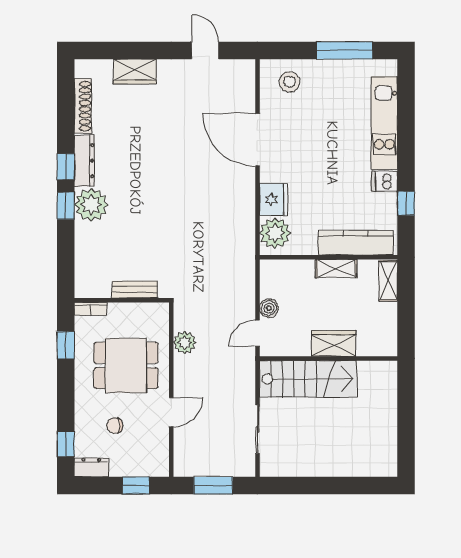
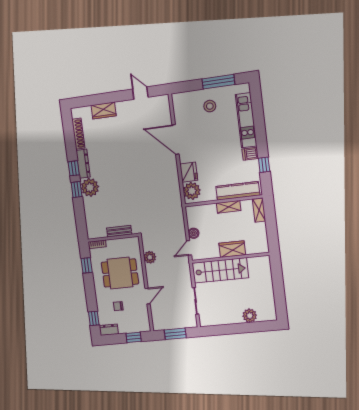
stool: (289, 82) -> (210, 106), moved
plant: (350, 464) -> (250, 316), added

